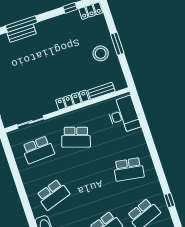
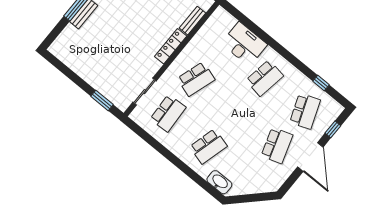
desk: (123, 115) -> (244, 44), moved
school desk: (53, 195) -> (208, 146), turned 33

